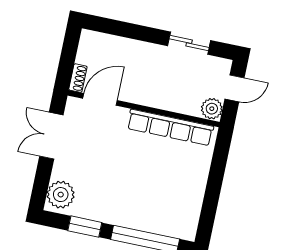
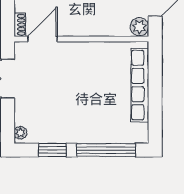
row of seats: (170, 127) -> (140, 85), moved, turned 90
plant: (61, 195) -> (20, 133), width x0.53, depth x0.53

